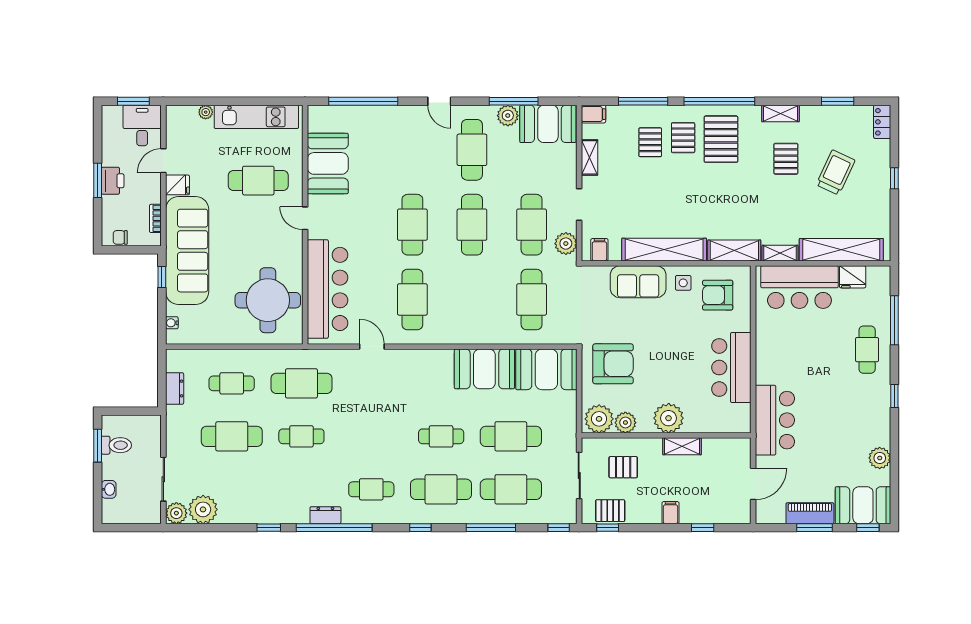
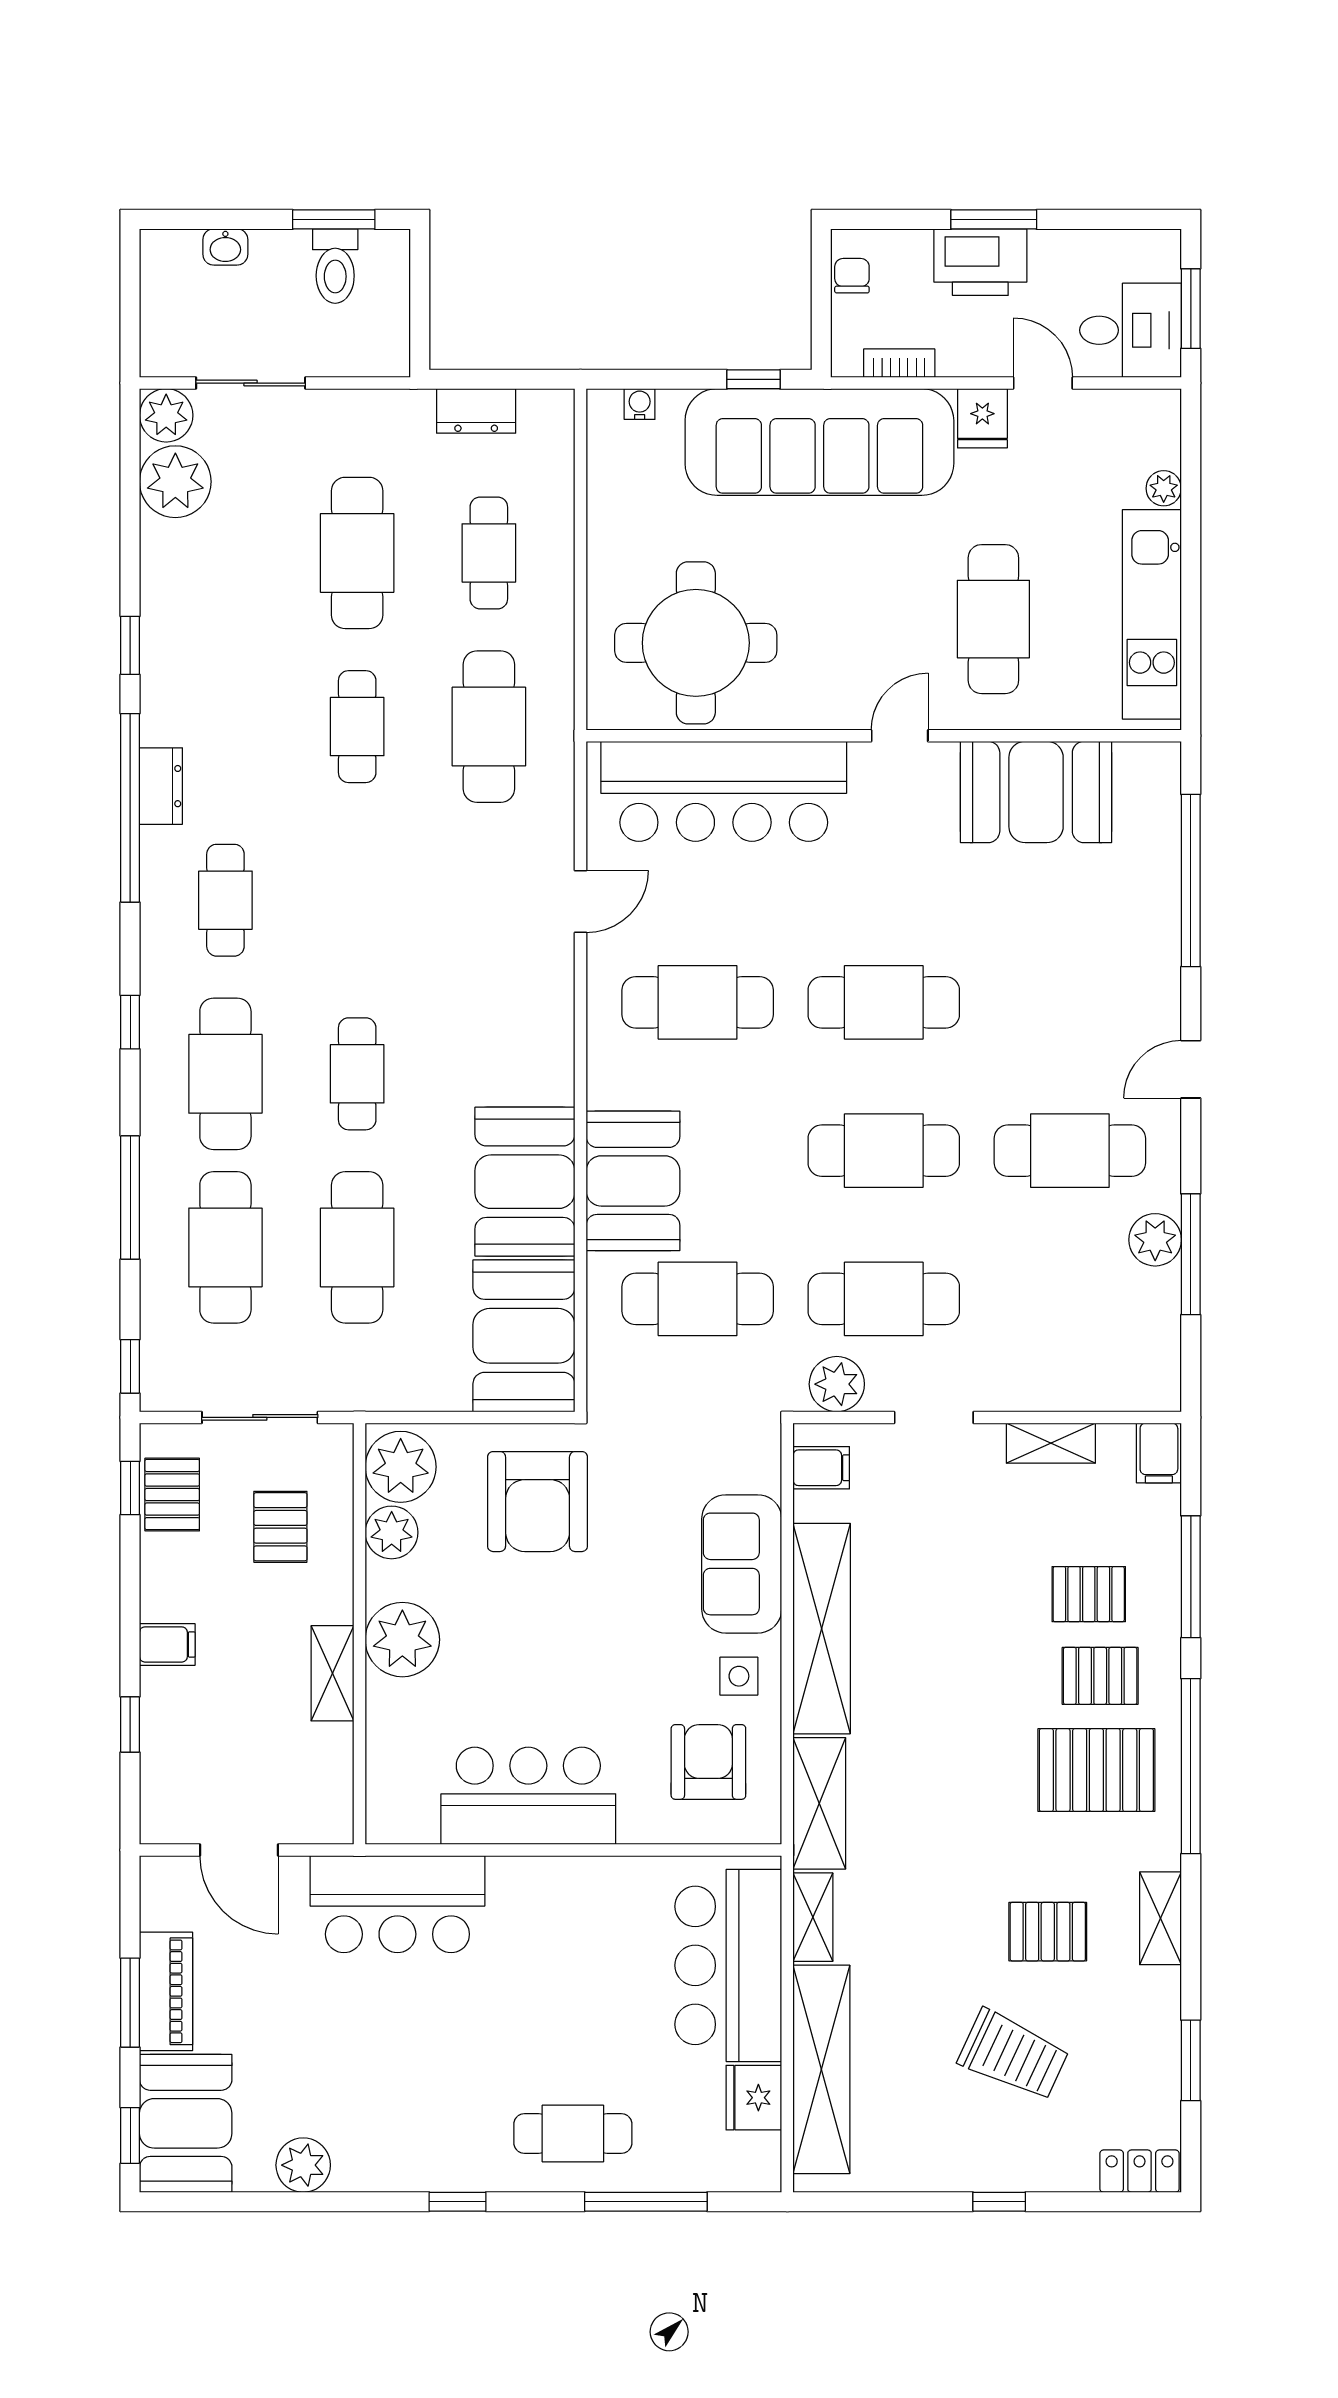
booth: (548, 124) -> (633, 1181), moved
printer: (113, 181) -> (980, 262), width x1.37, depth x1.19

